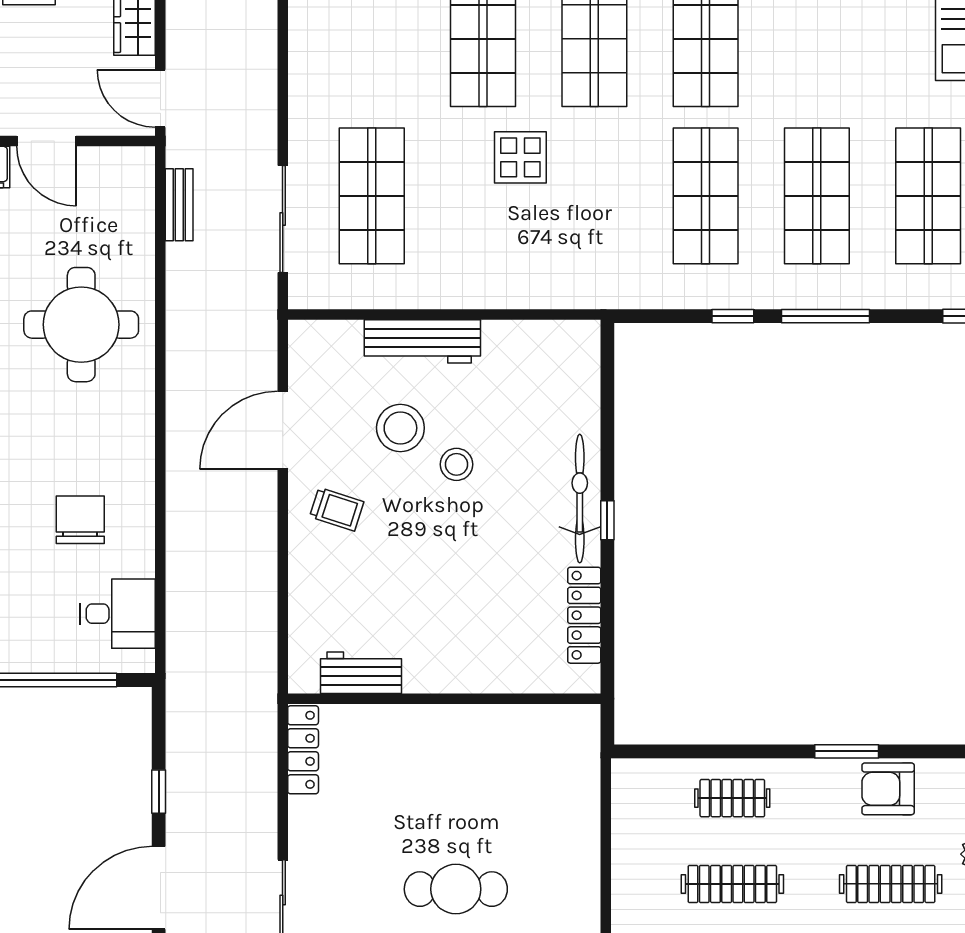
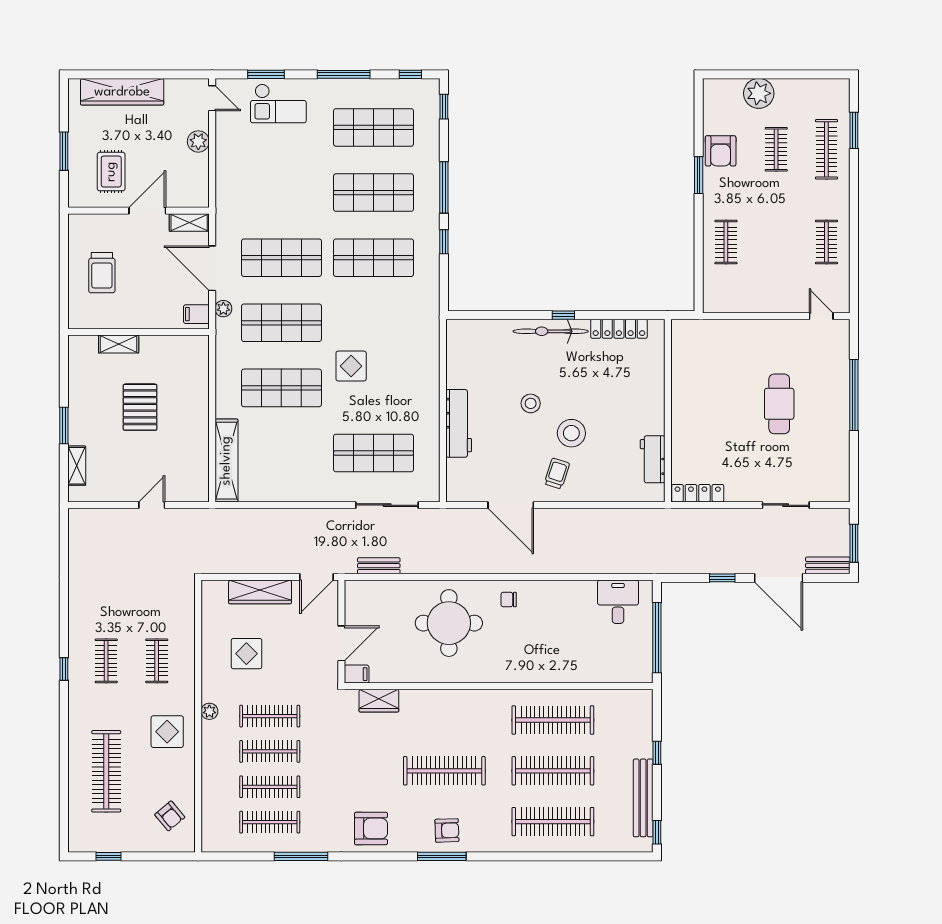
stool: (400, 428) -> (571, 433), moved
chair: (80, 520) -> (509, 599), moved, width x0.54, depth x0.54
clothes rail: (732, 884) -> (776, 242), removed
clothes rail: (891, 884) -> (776, 149), width x0.73

